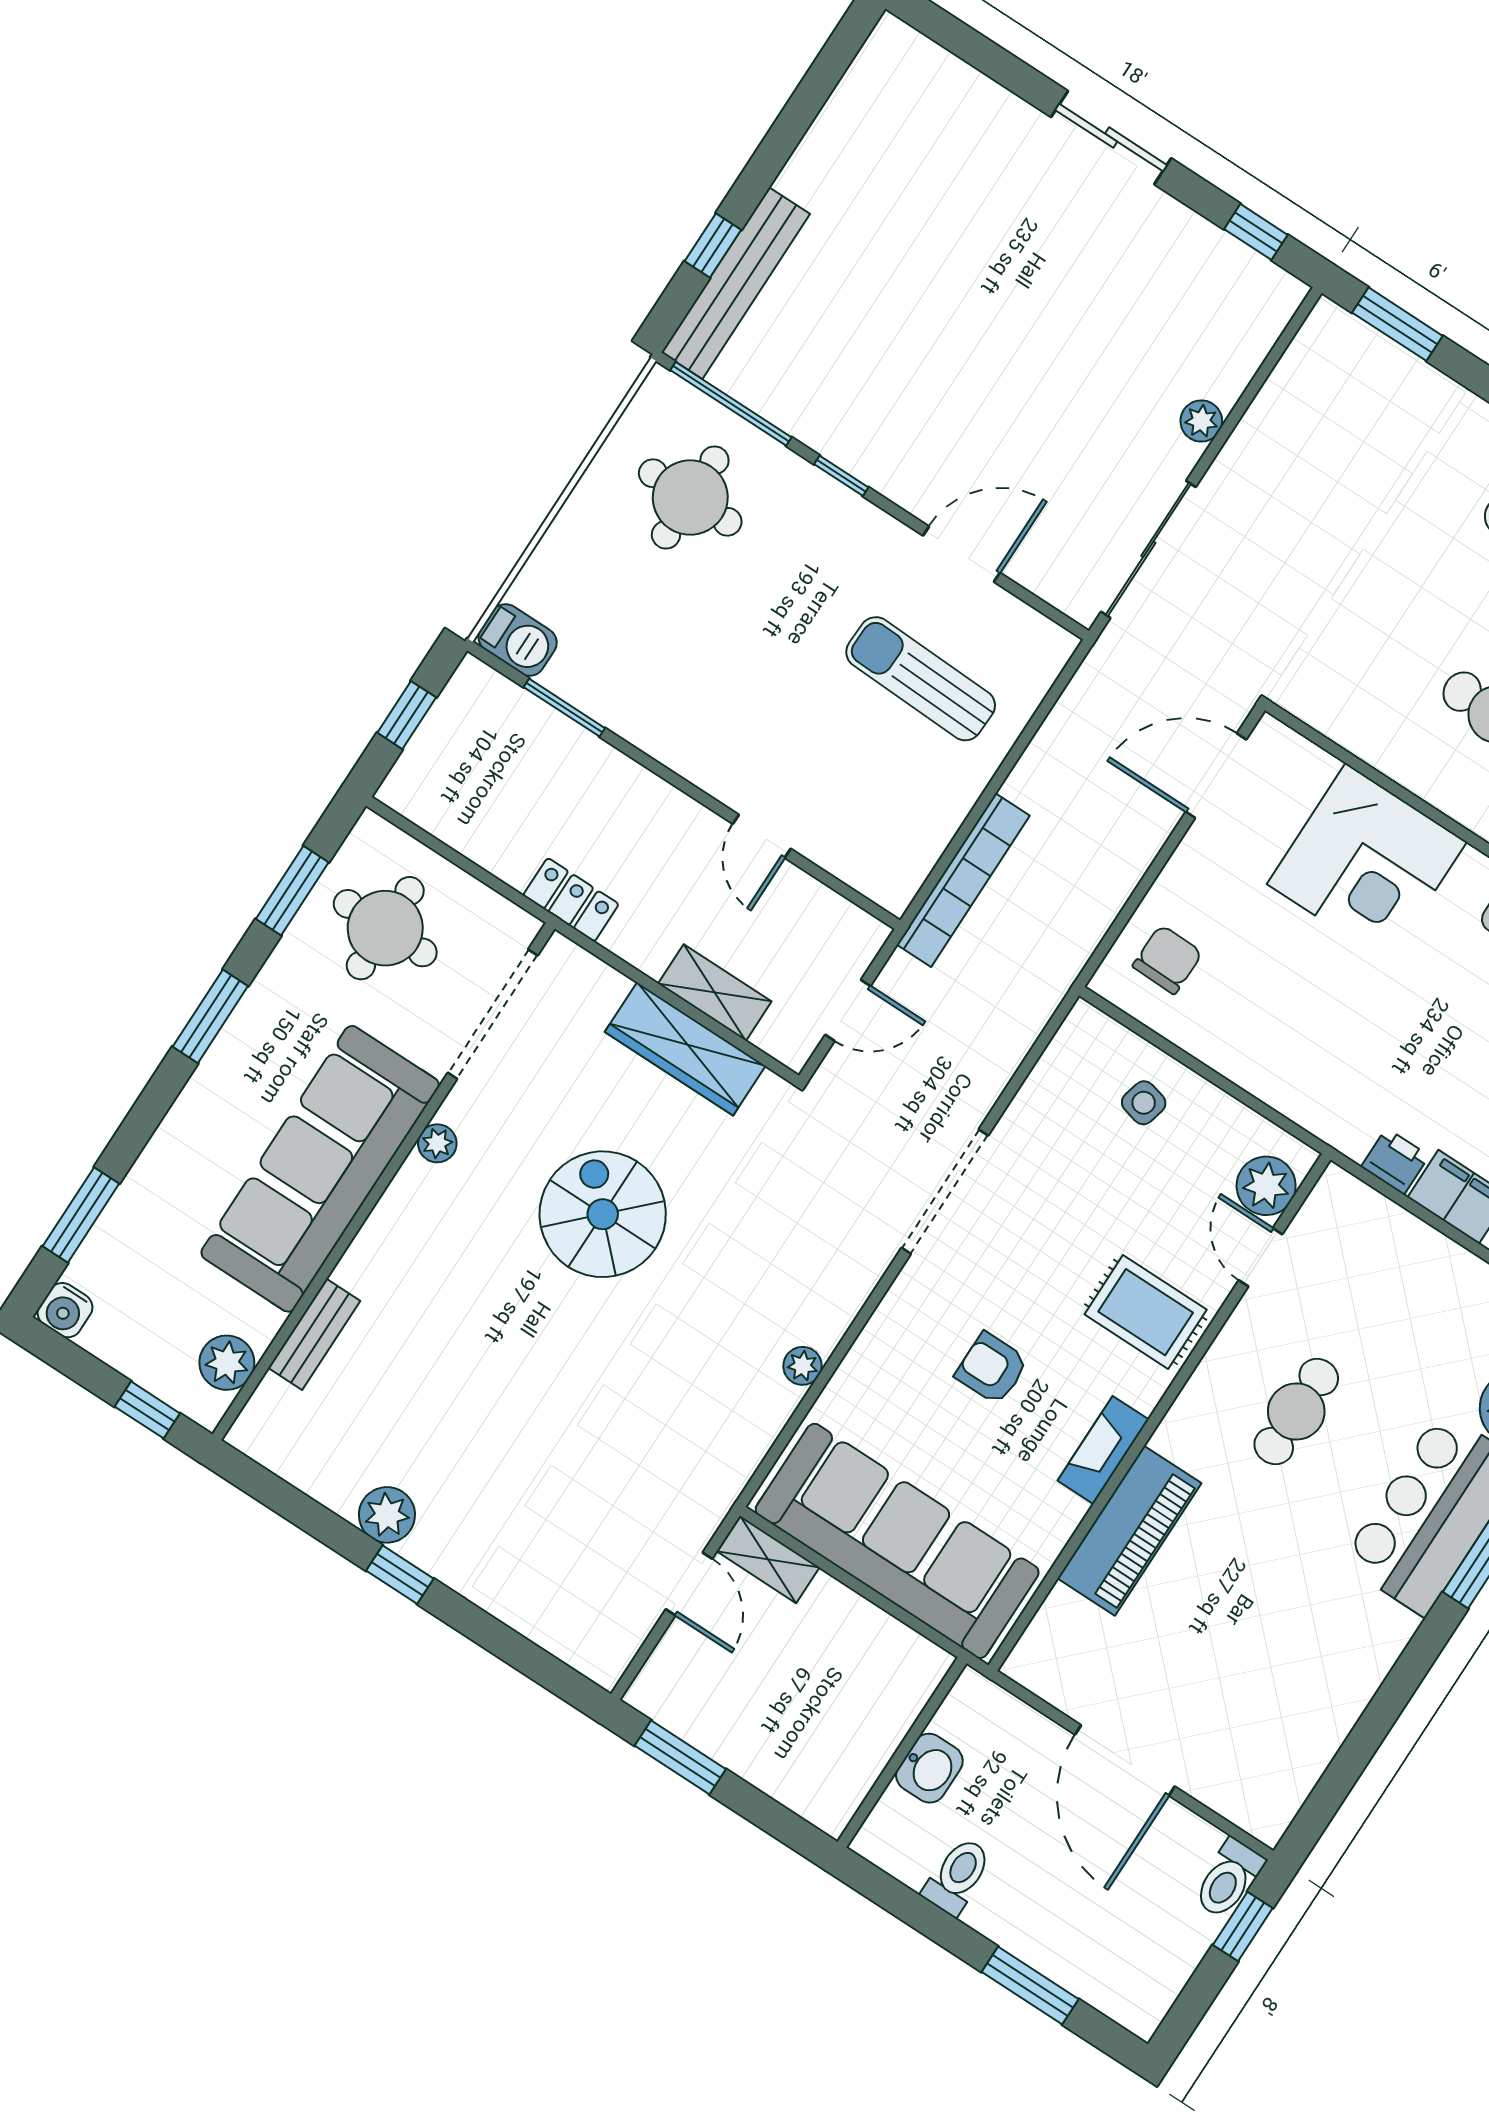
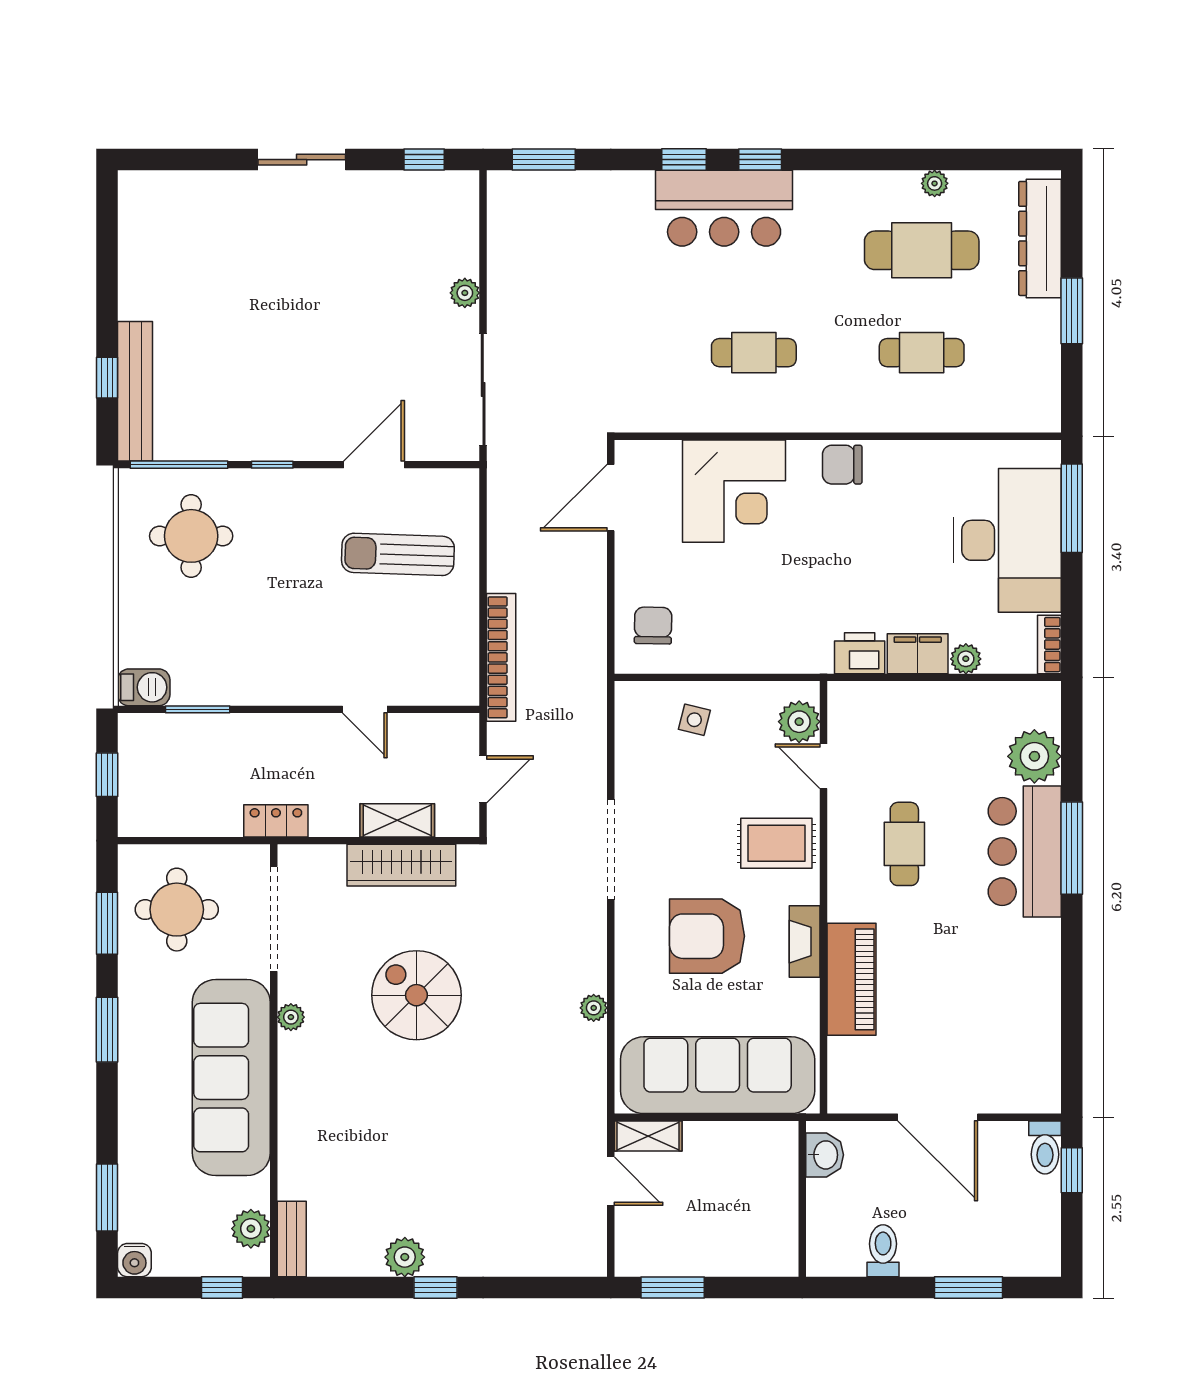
printer: (1395, 1161) -> (860, 653), width x1.36, depth x1.24
bench: (314, 1334) -> (292, 1239), moved
armchair: (992, 1368) -> (707, 936), width x1.88, depth x1.88
washbasin: (929, 1768) -> (825, 1155), moved

